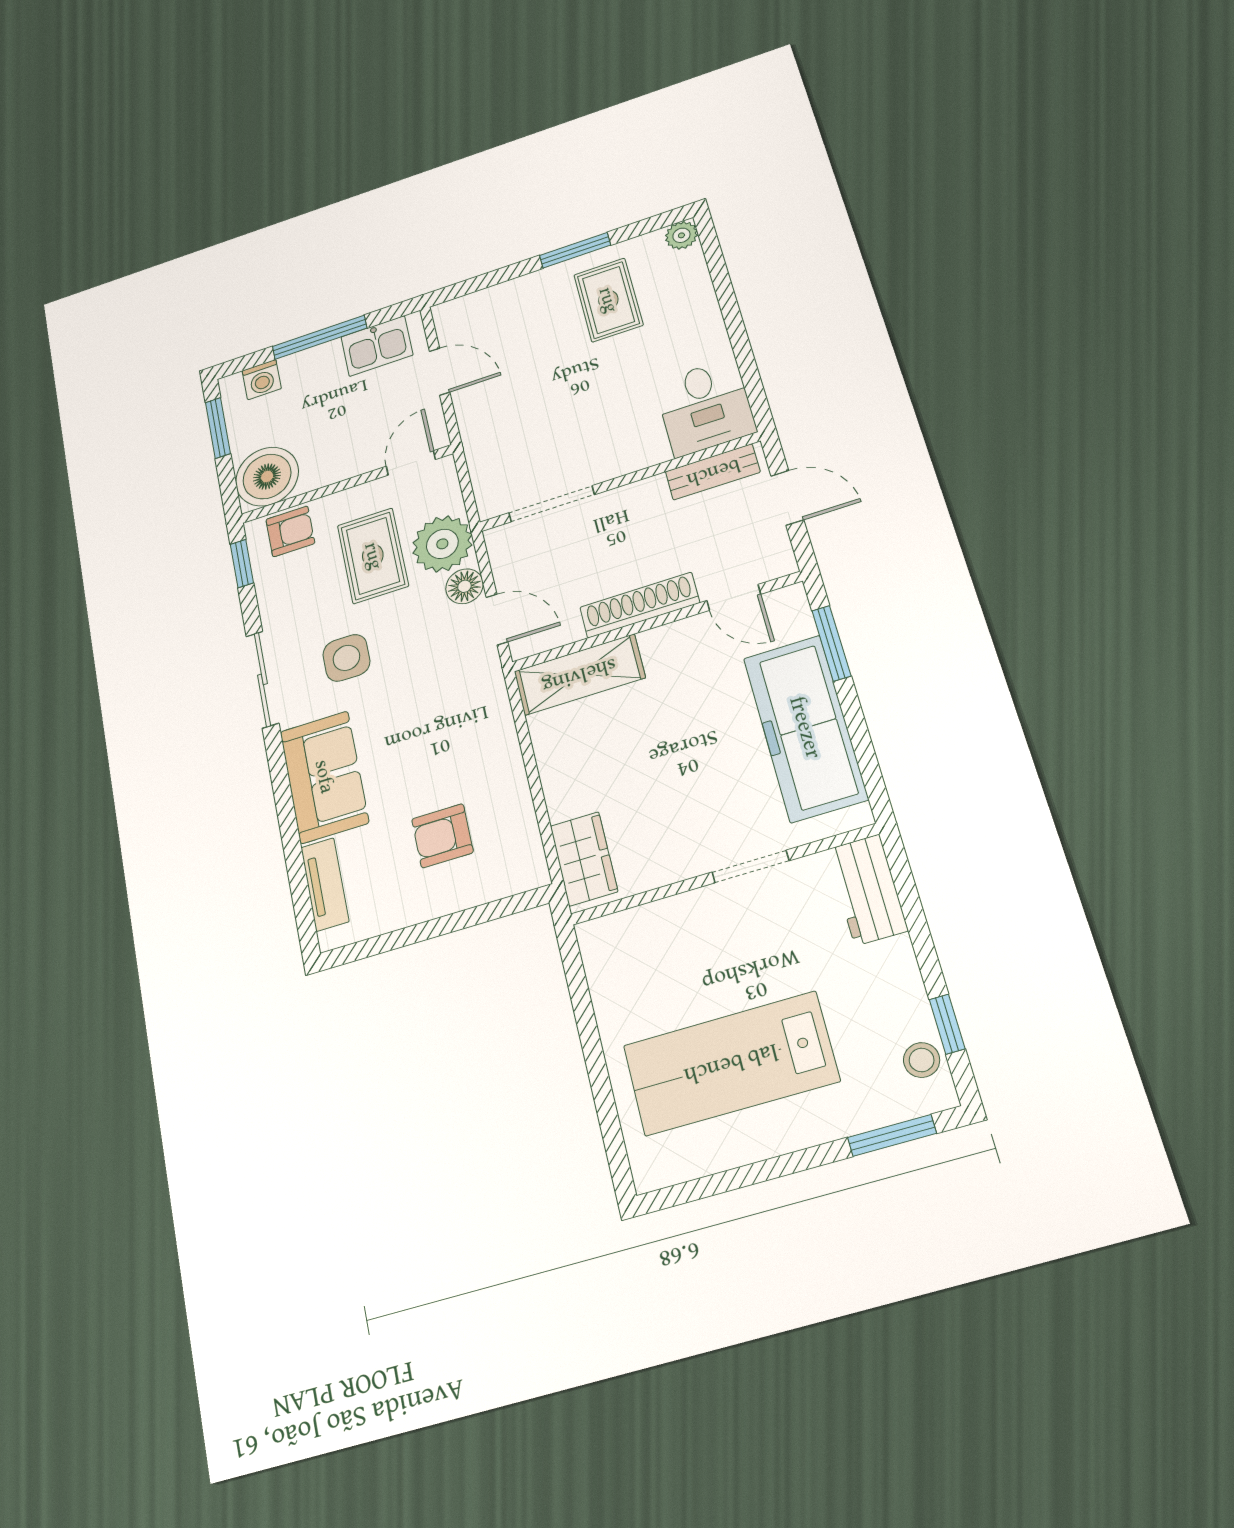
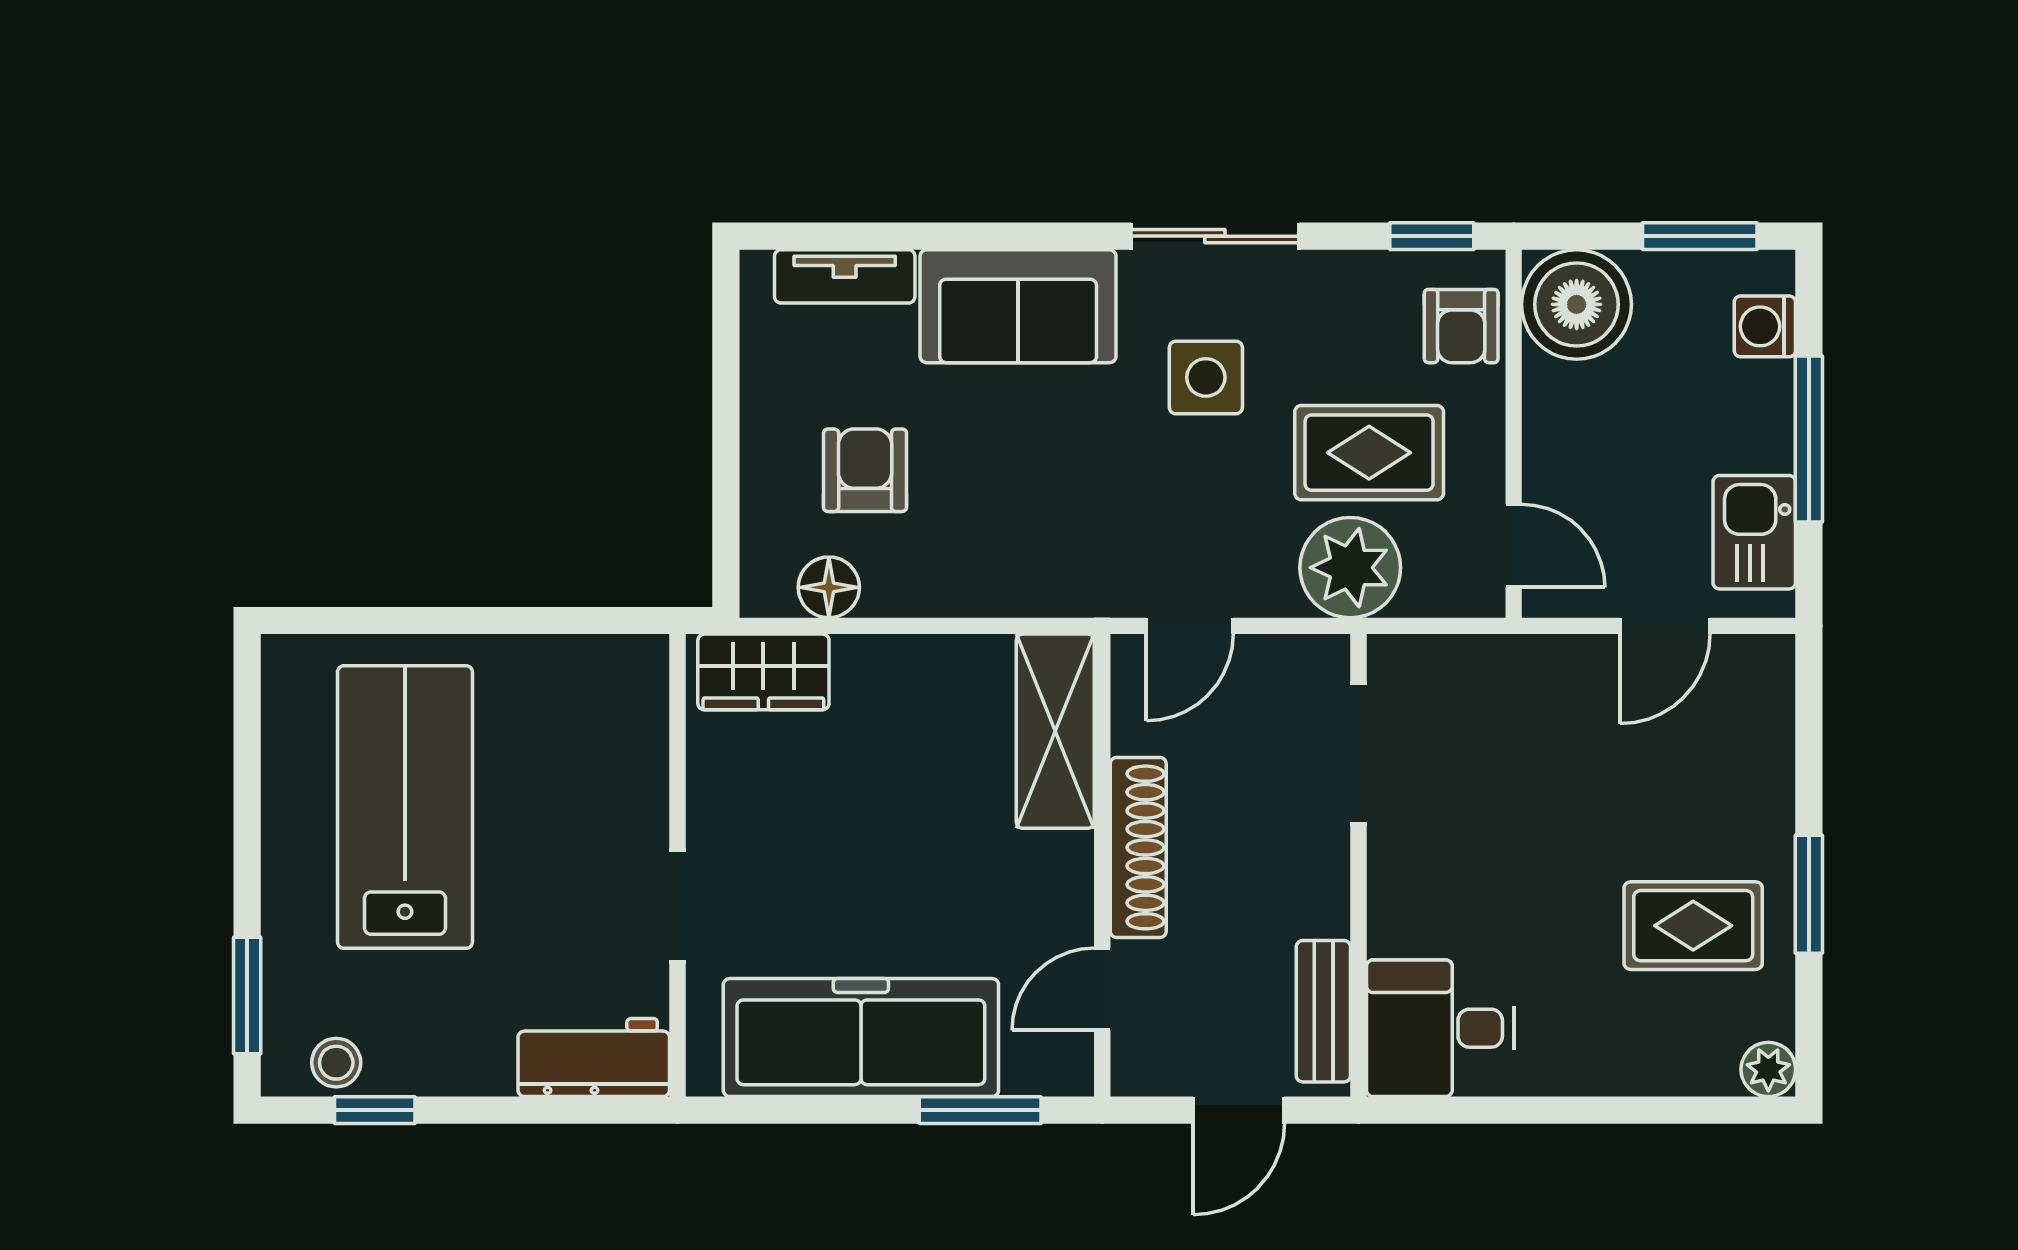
floor lamp: (464, 586) -> (829, 587), moved

